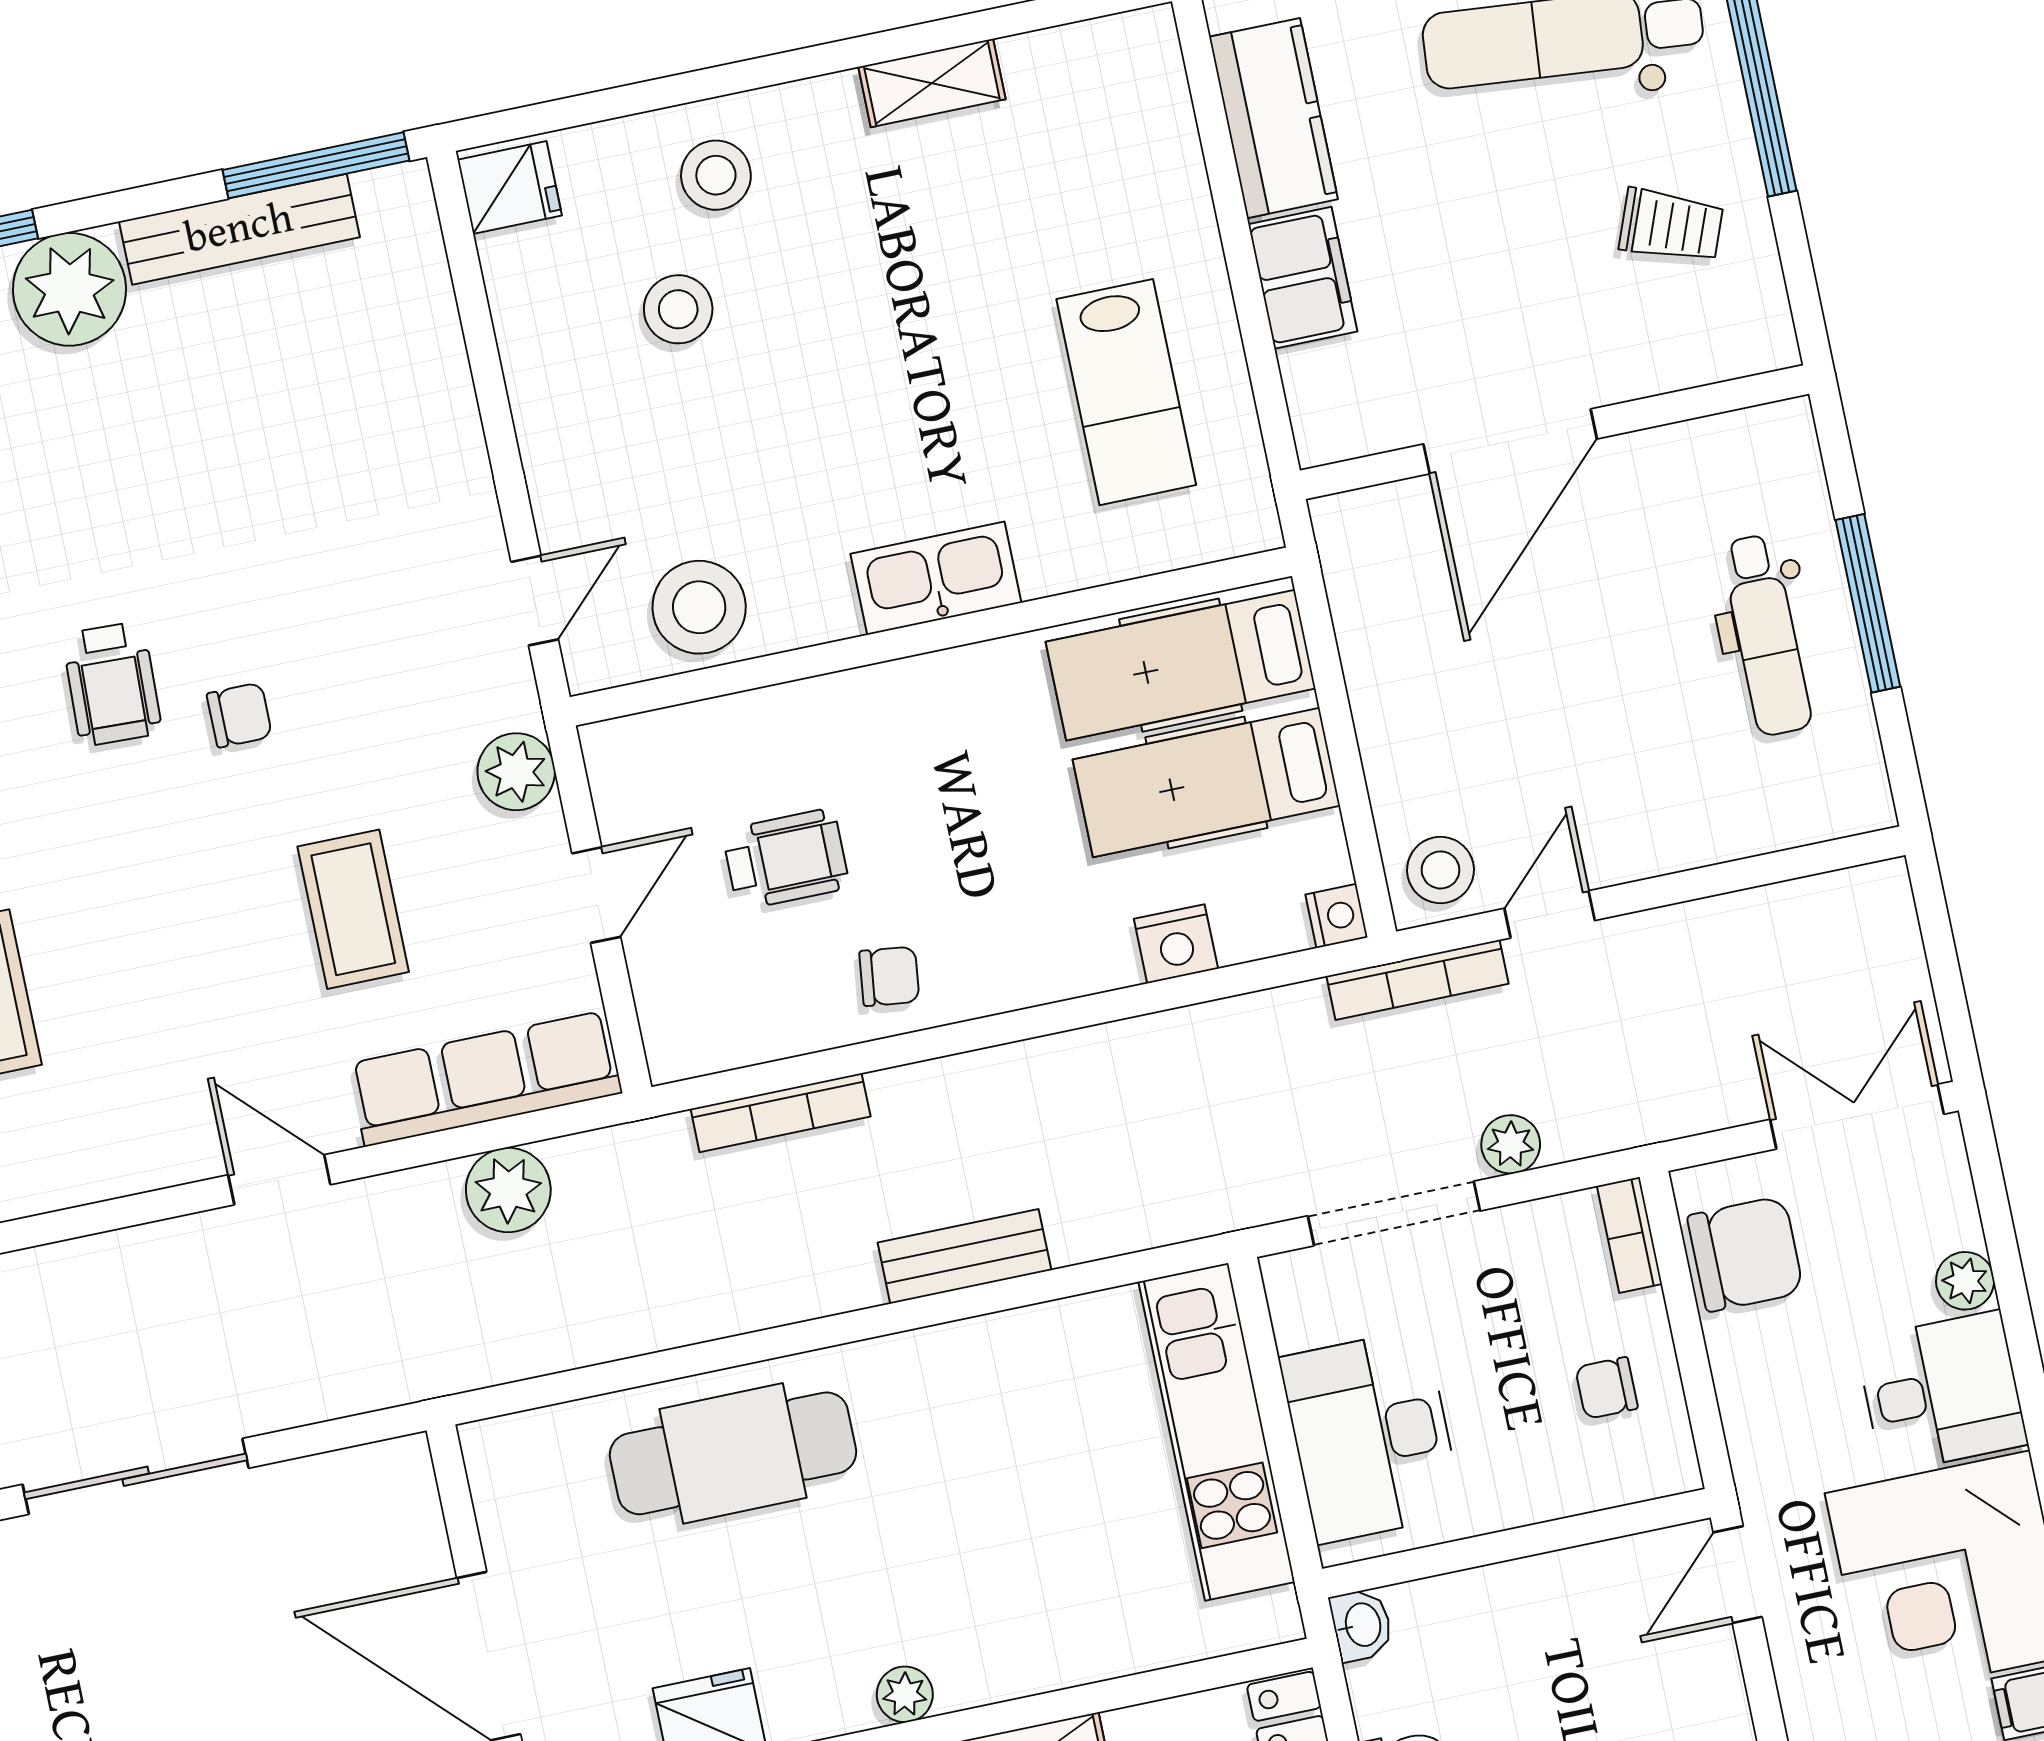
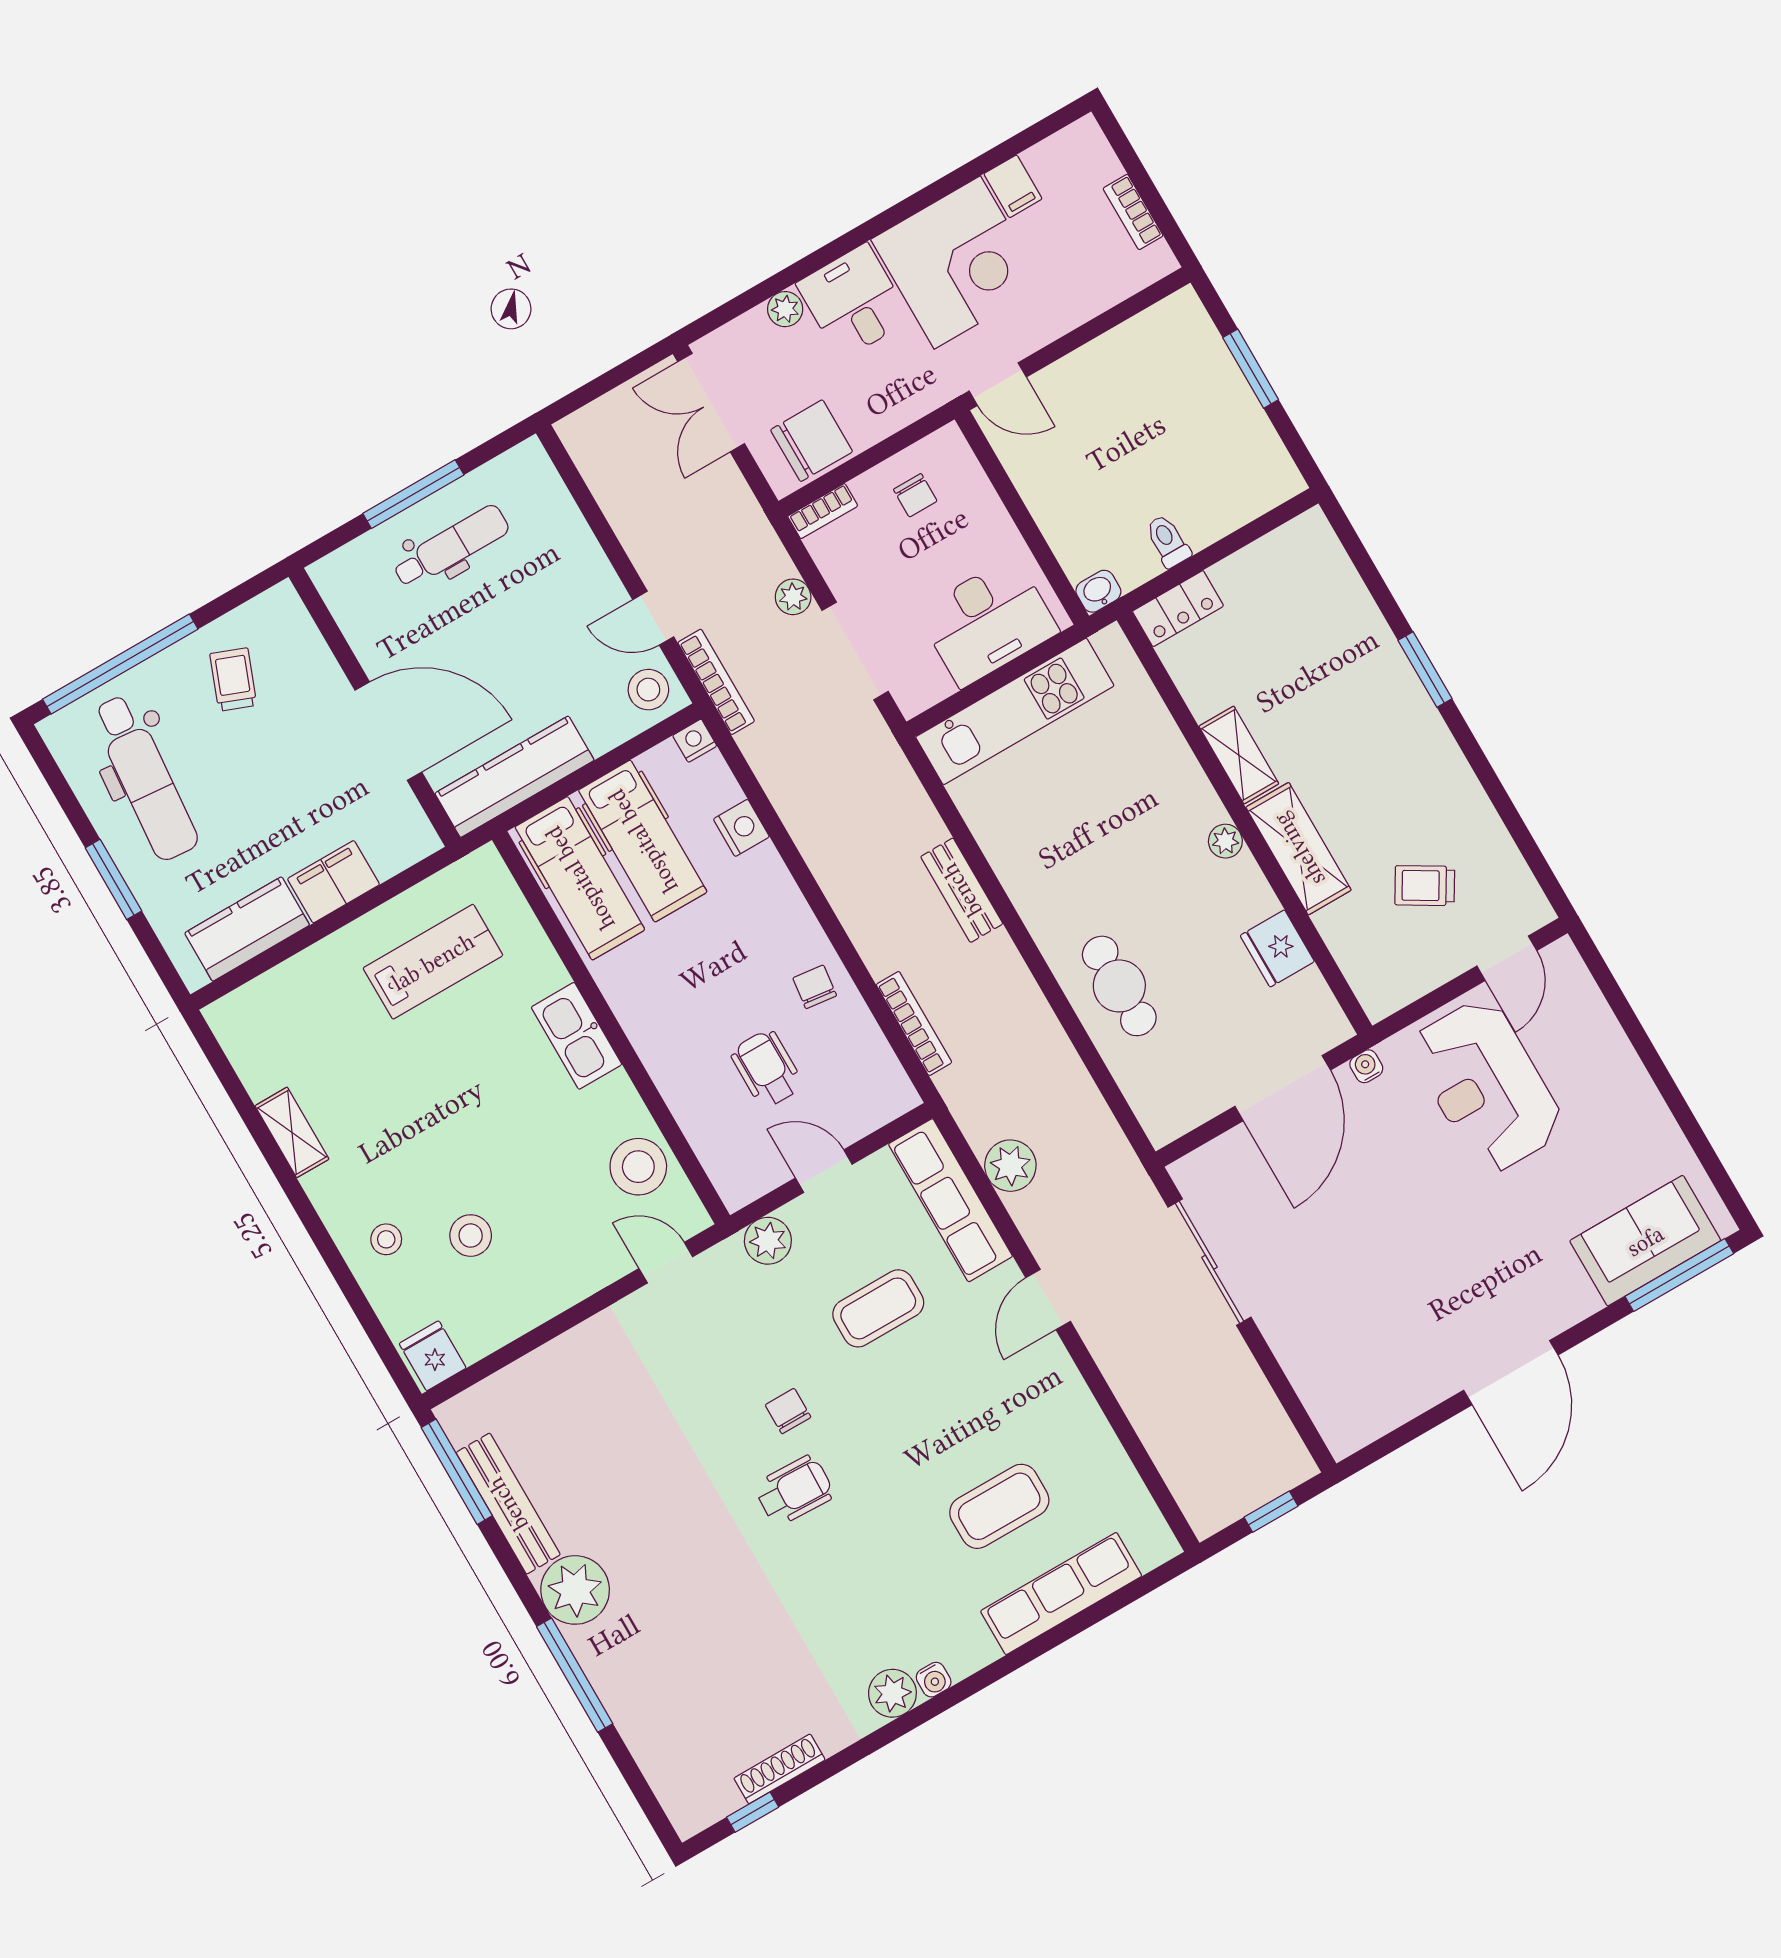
stool: (716, 175) -> (386, 1239), width x0.73, depth x0.73
kitchen counter: (1373, 615) -> (514, 777), added
chair: (1745, 1254) -> (812, 441), turned 90
cafe table: (733, 1453) -> (1119, 986), width x0.73, depth x0.74
sliding door: (136, 1476) -> (1210, 1262), moved

